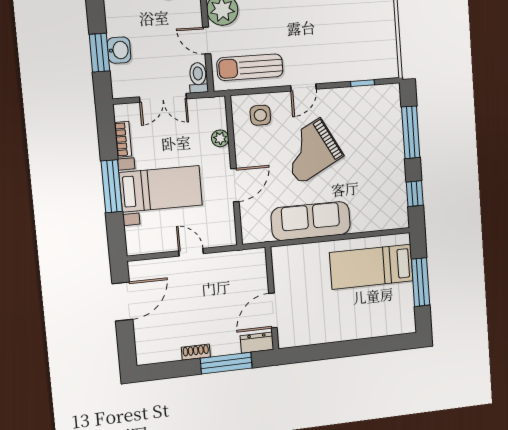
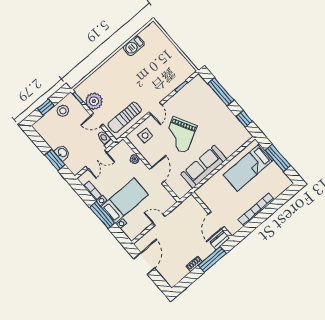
bookcase: (339, 334) -> (256, 209), added

